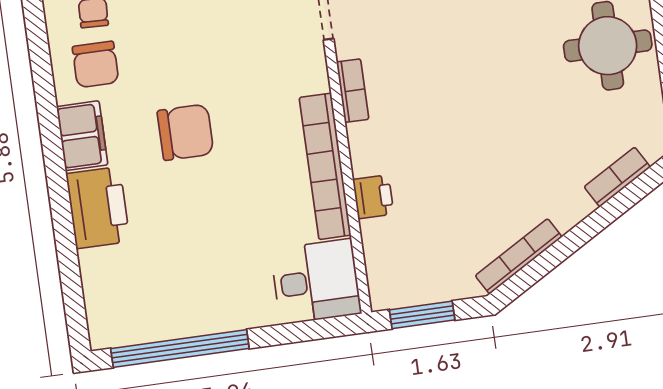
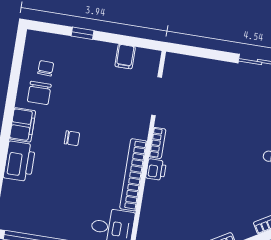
chair: (185, 132) -> (72, 138), width x0.54, depth x0.54
printer: (373, 197) -> (156, 170), moved

